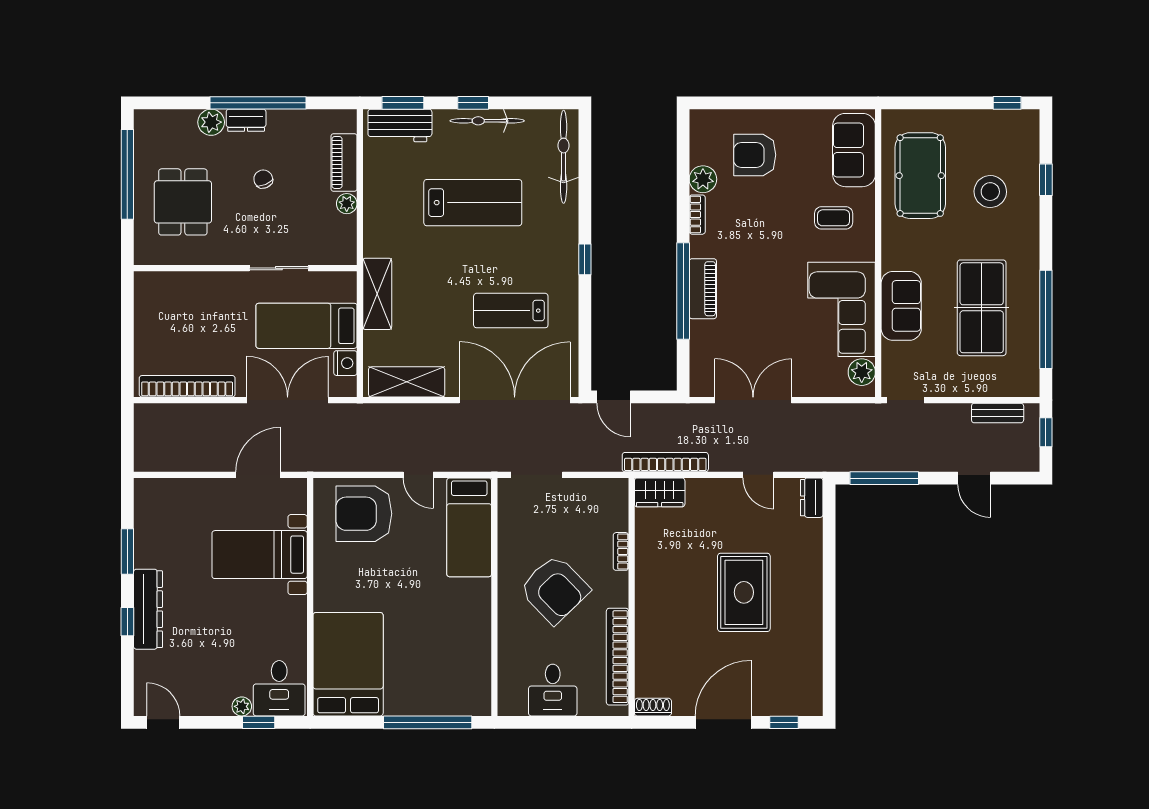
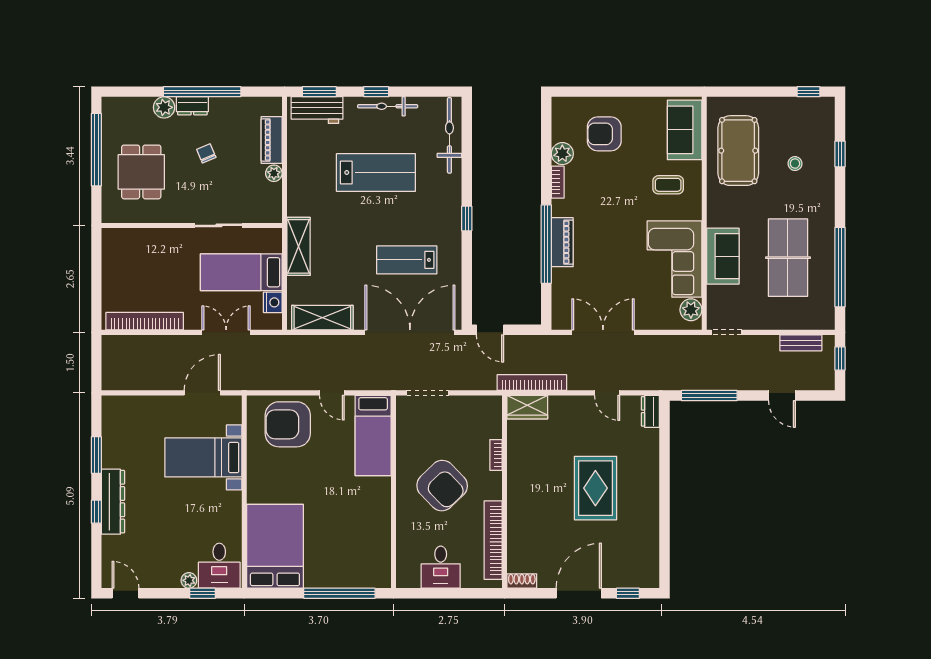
stool: (990, 192) -> (795, 164), width x0.53, depth x0.53
double door: (288, 400) -> (226, 332), width x0.73

